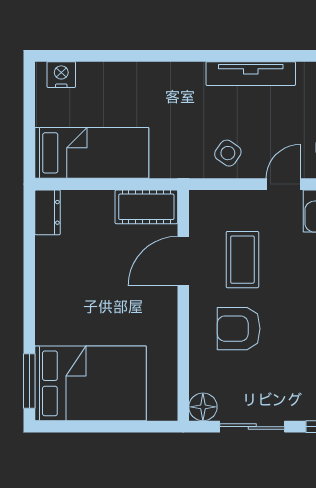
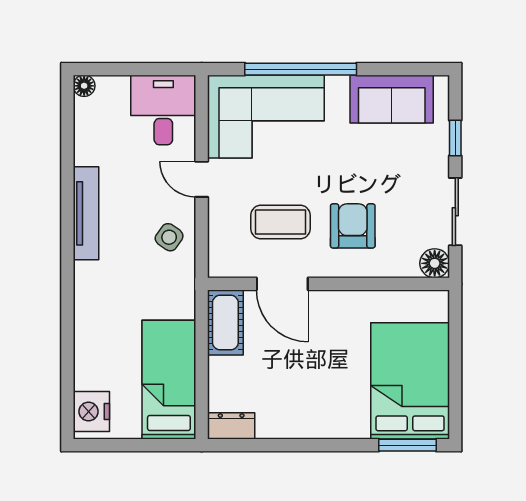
nightstand: (61, 75) -> (91, 412), width x1.36, depth x1.33
armchair: (239, 329) -> (353, 226), turned 180

